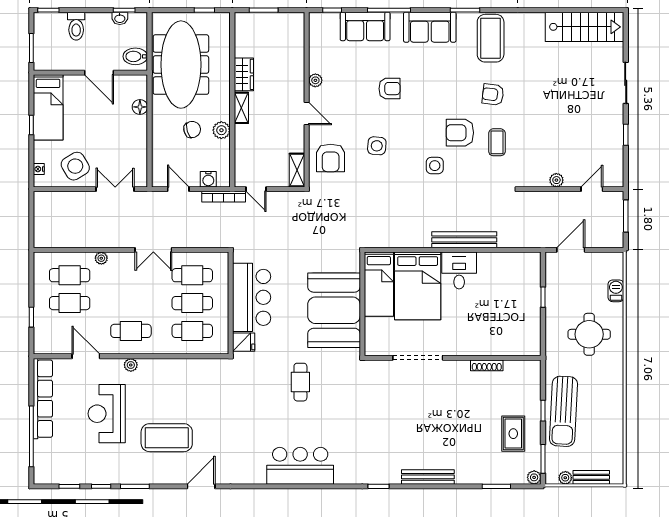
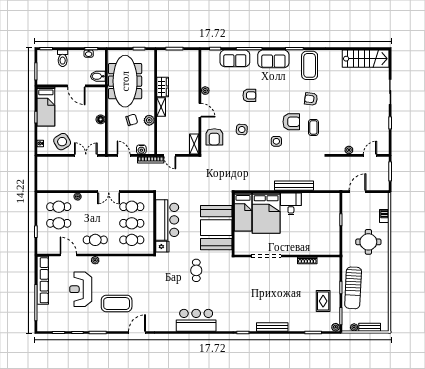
floor lamp: (140, 107) -> (101, 119), moved
armchair: (460, 133) -> (291, 122), turned 180

